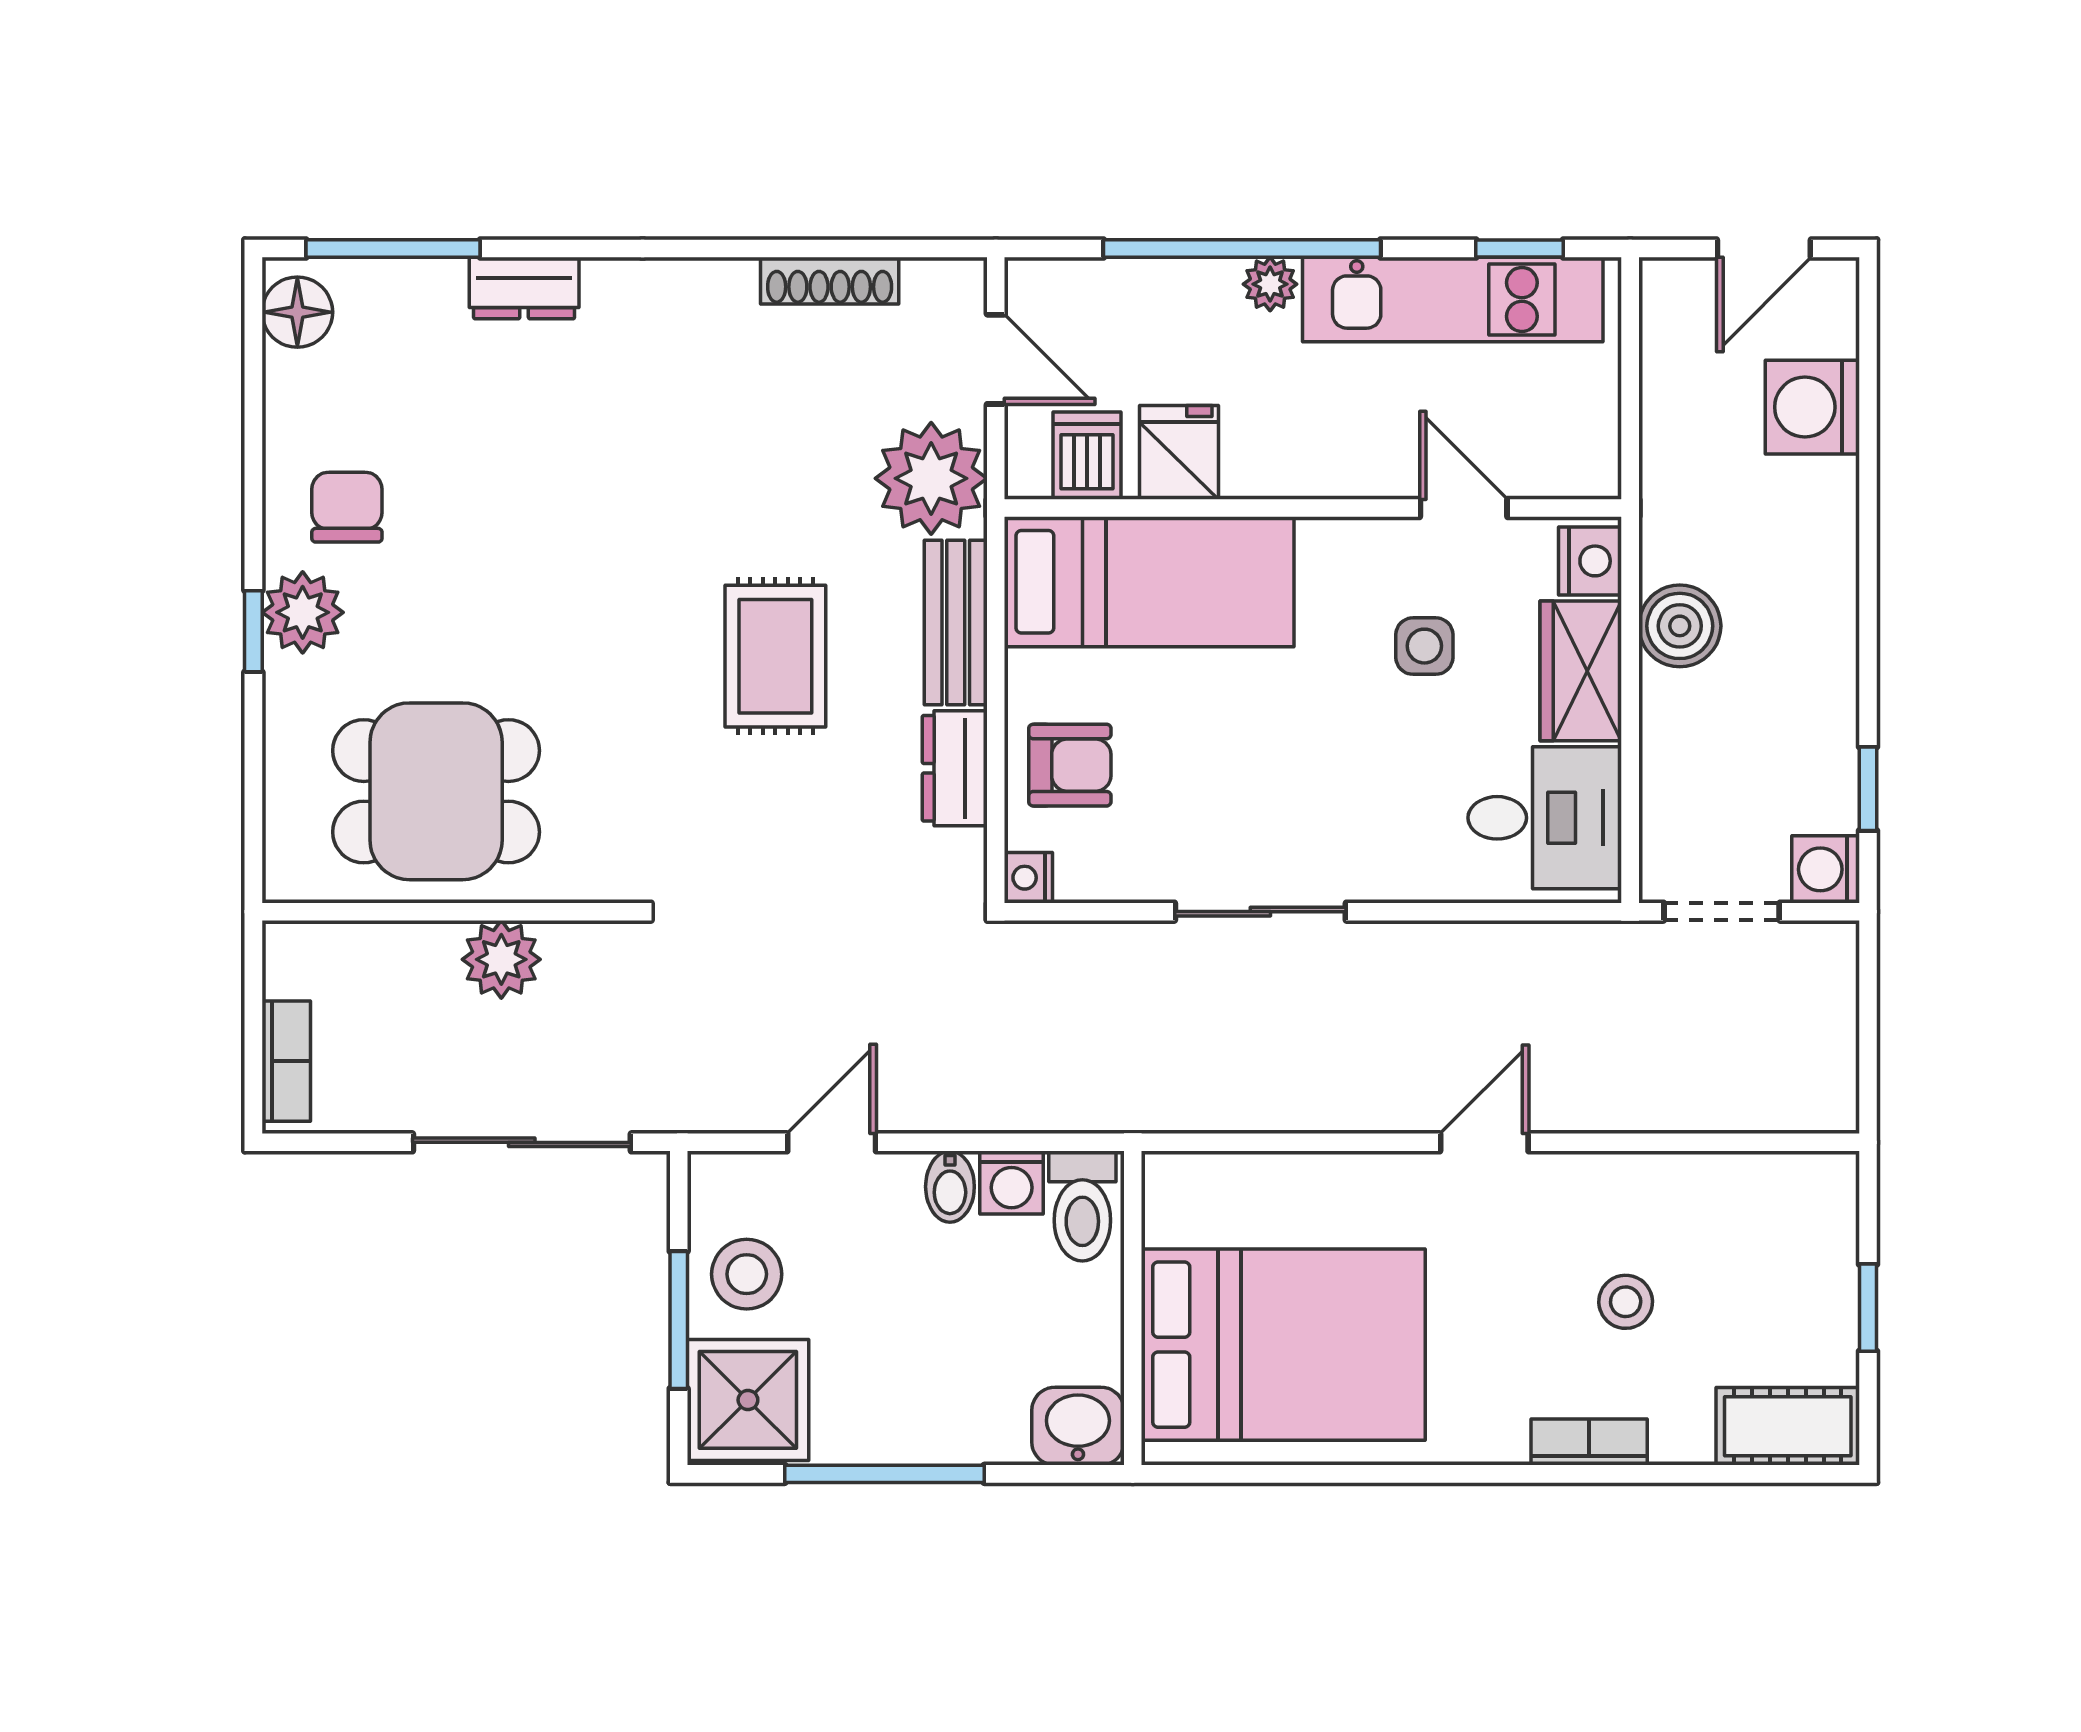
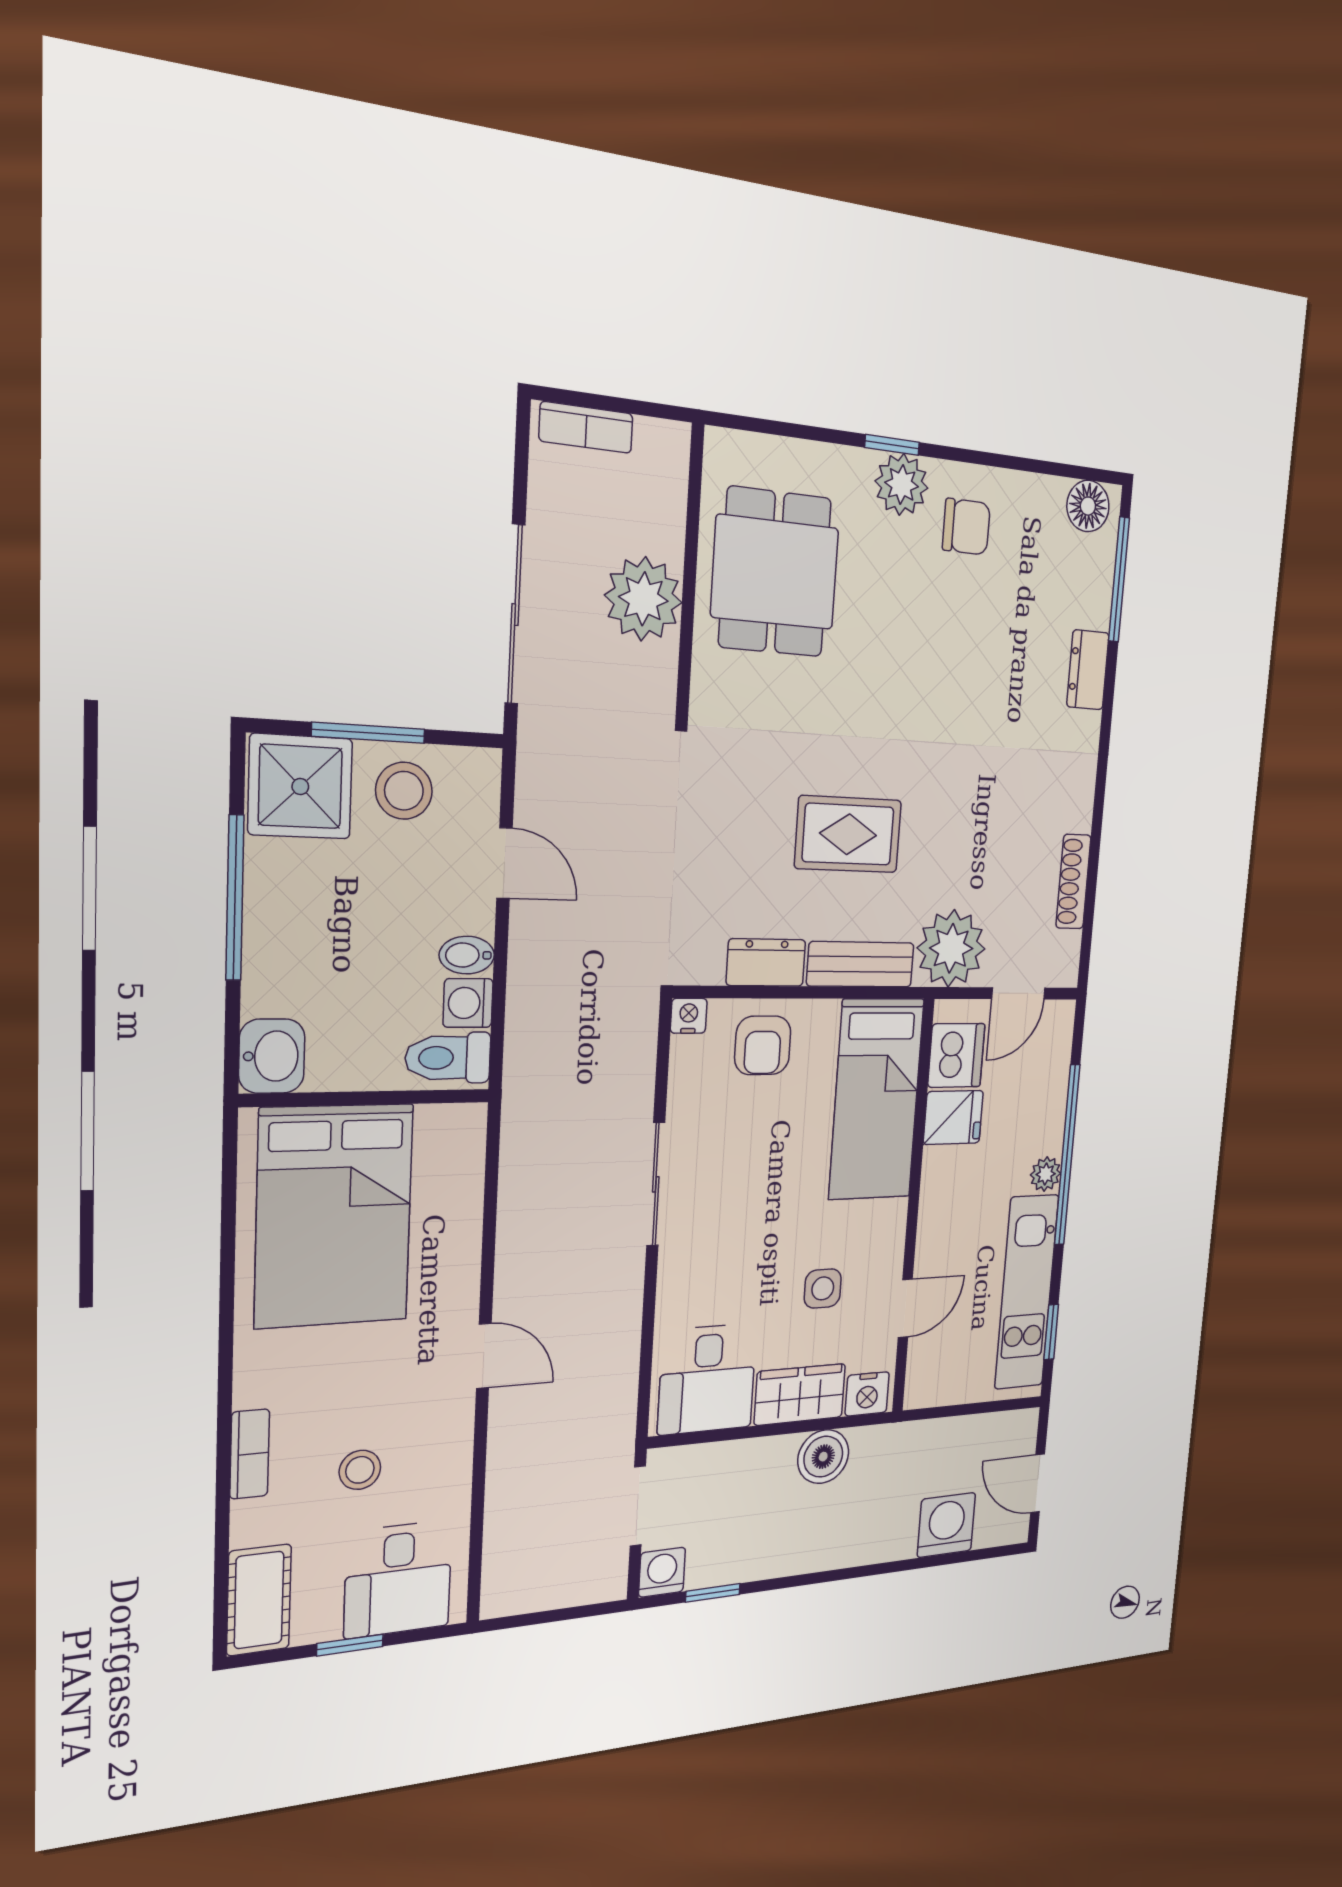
dishwasher: (1087, 456) -> (956, 1055), width x1.38
plant: (501, 959) -> (643, 599), width x1.36, depth x1.36
desk: (1784, 1247) -> (398, 1579), added

